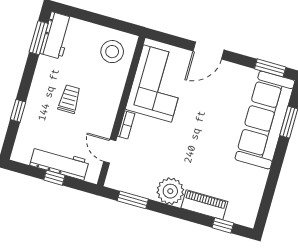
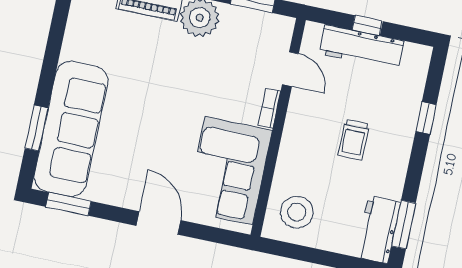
door: (209, 51) -> (159, 223), hinge flipped

